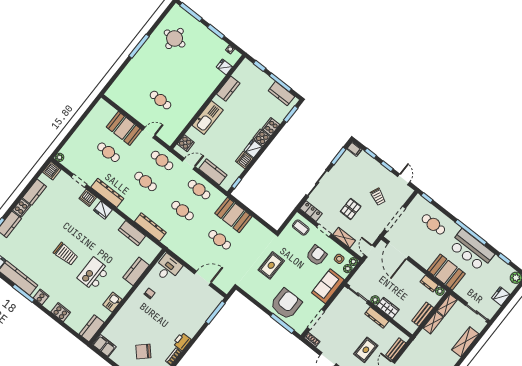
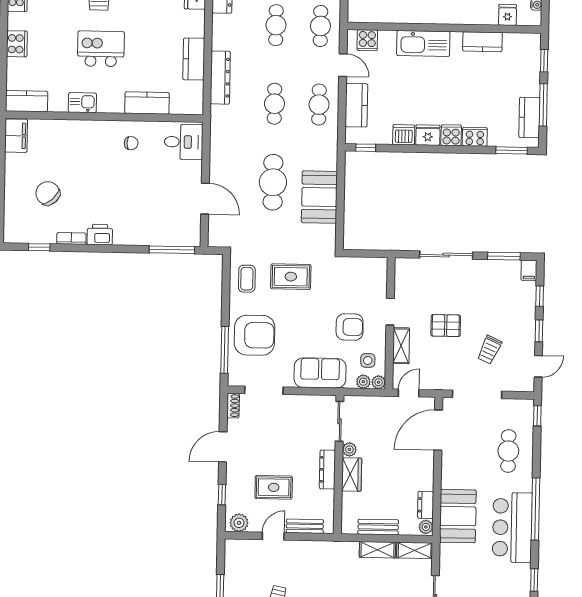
locker: (311, 211) -> (403, 275), removed
booth: (233, 215) -> (319, 197), moved
coffee table: (301, 228) -> (247, 279), moved
cafe table: (220, 240) -> (273, 182), width x1.37, depth x1.35

